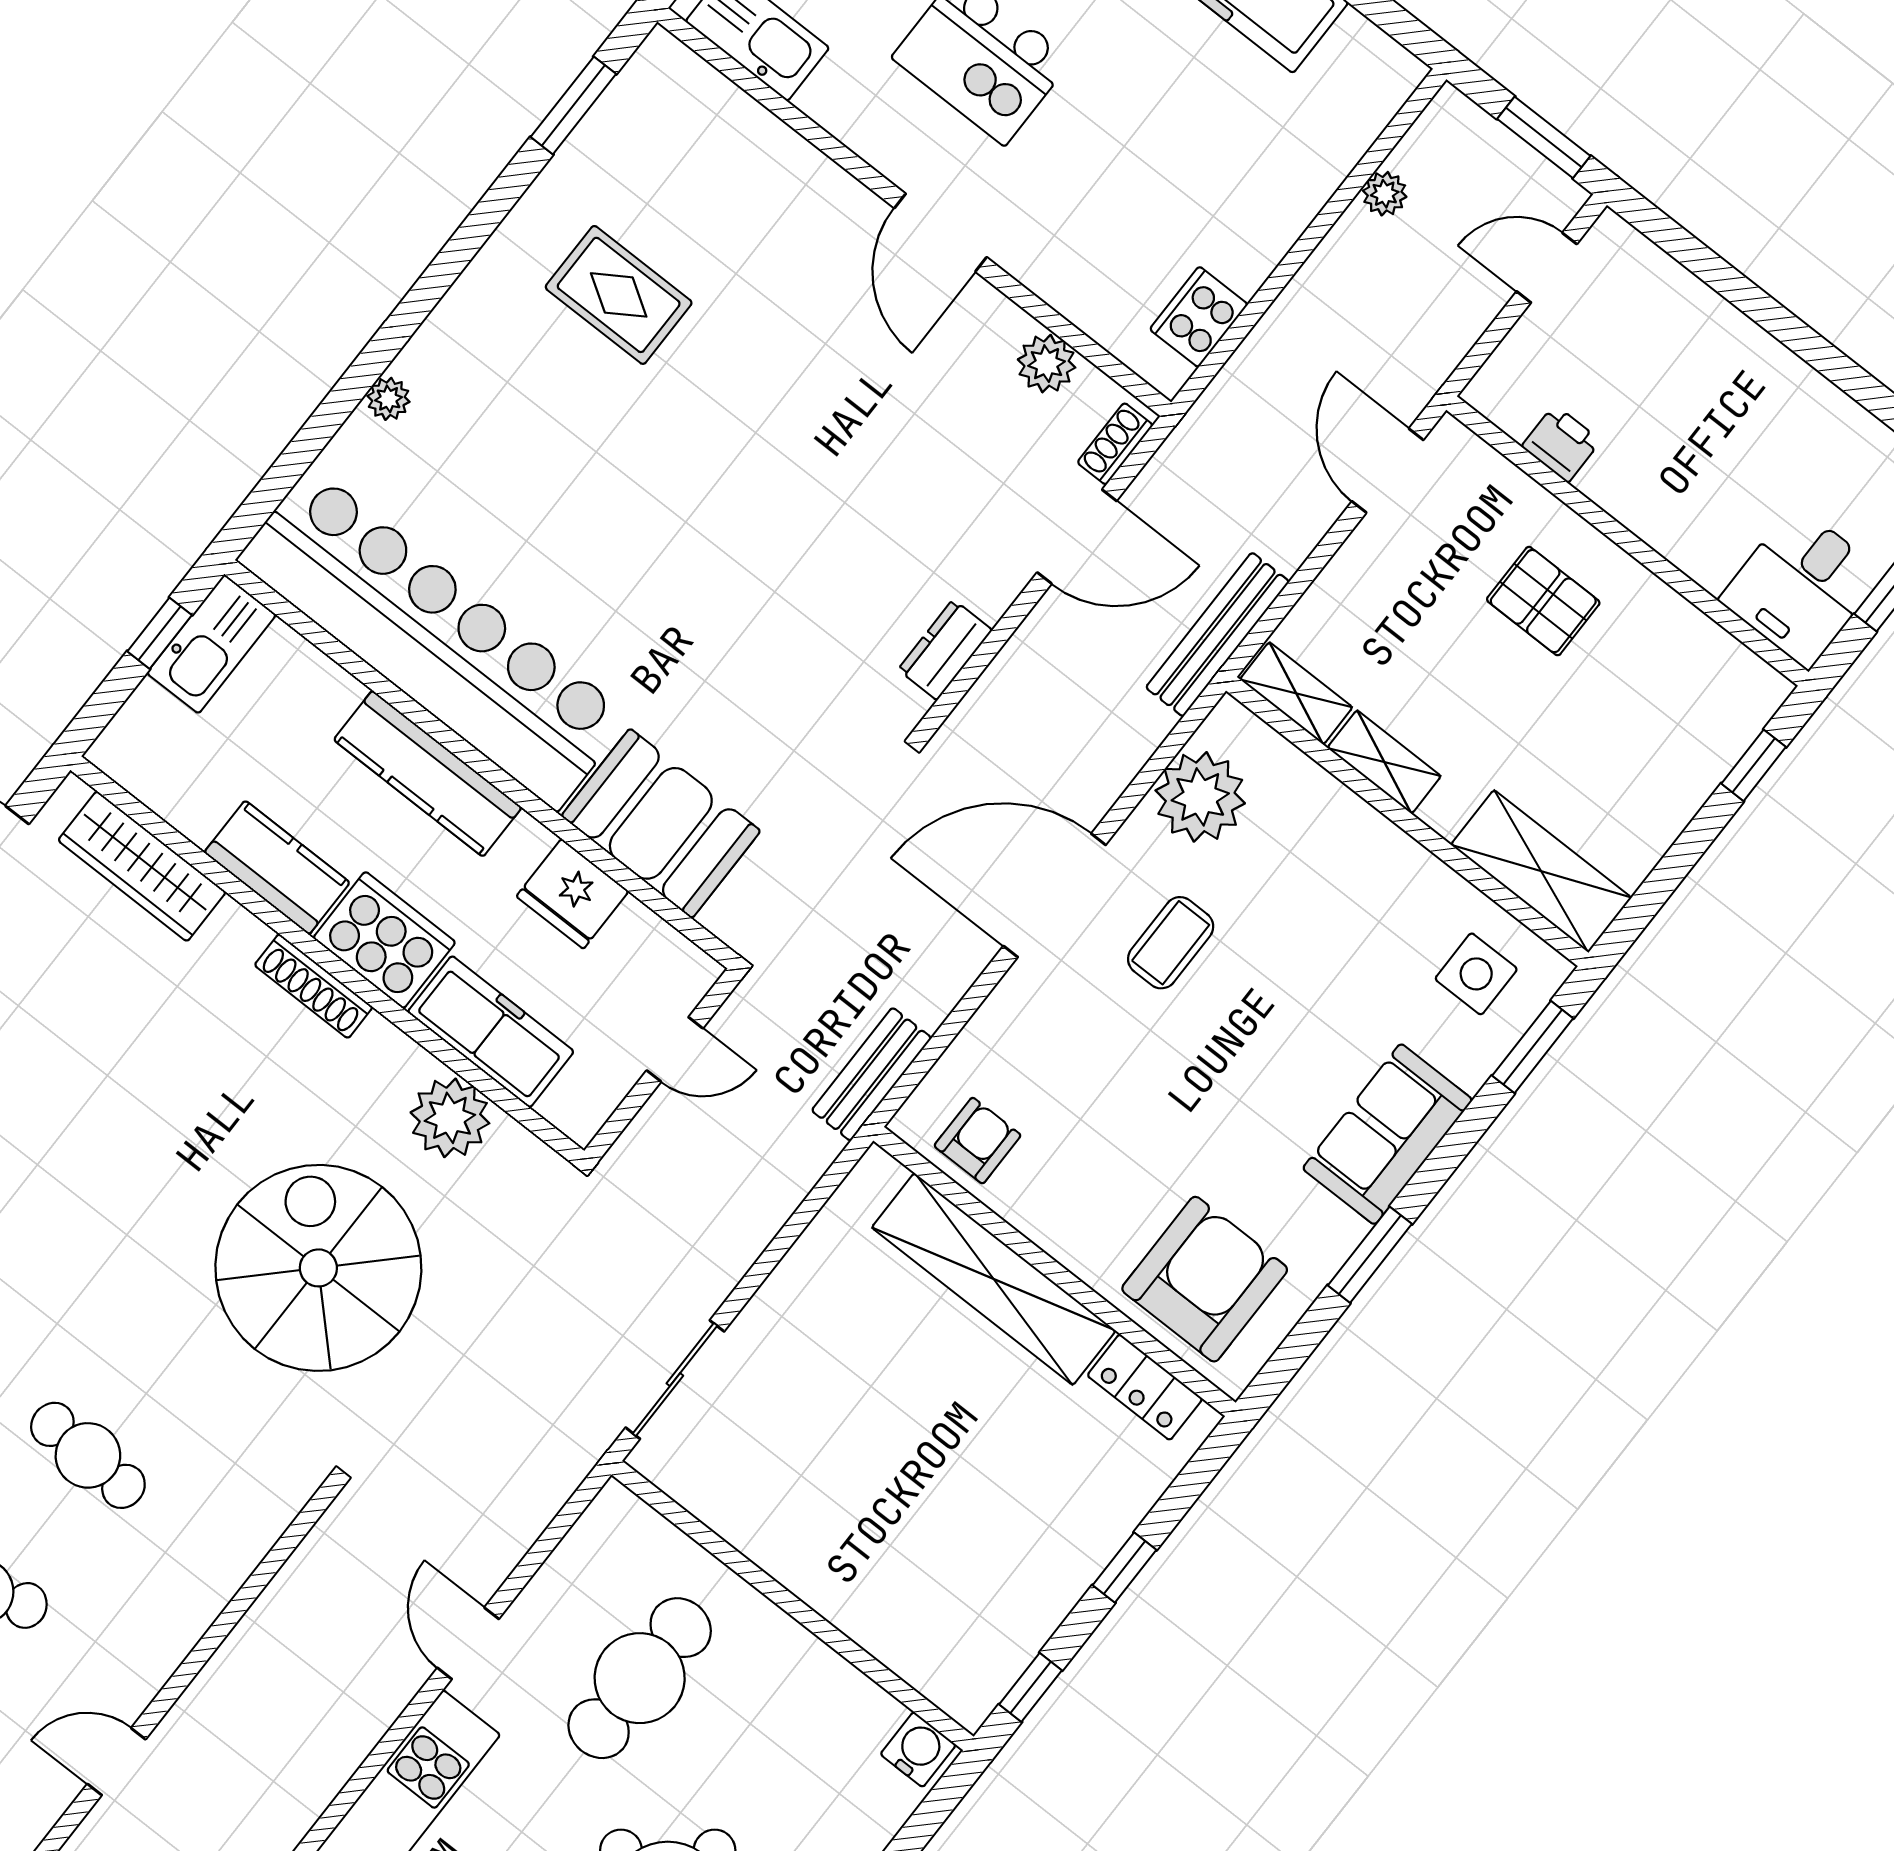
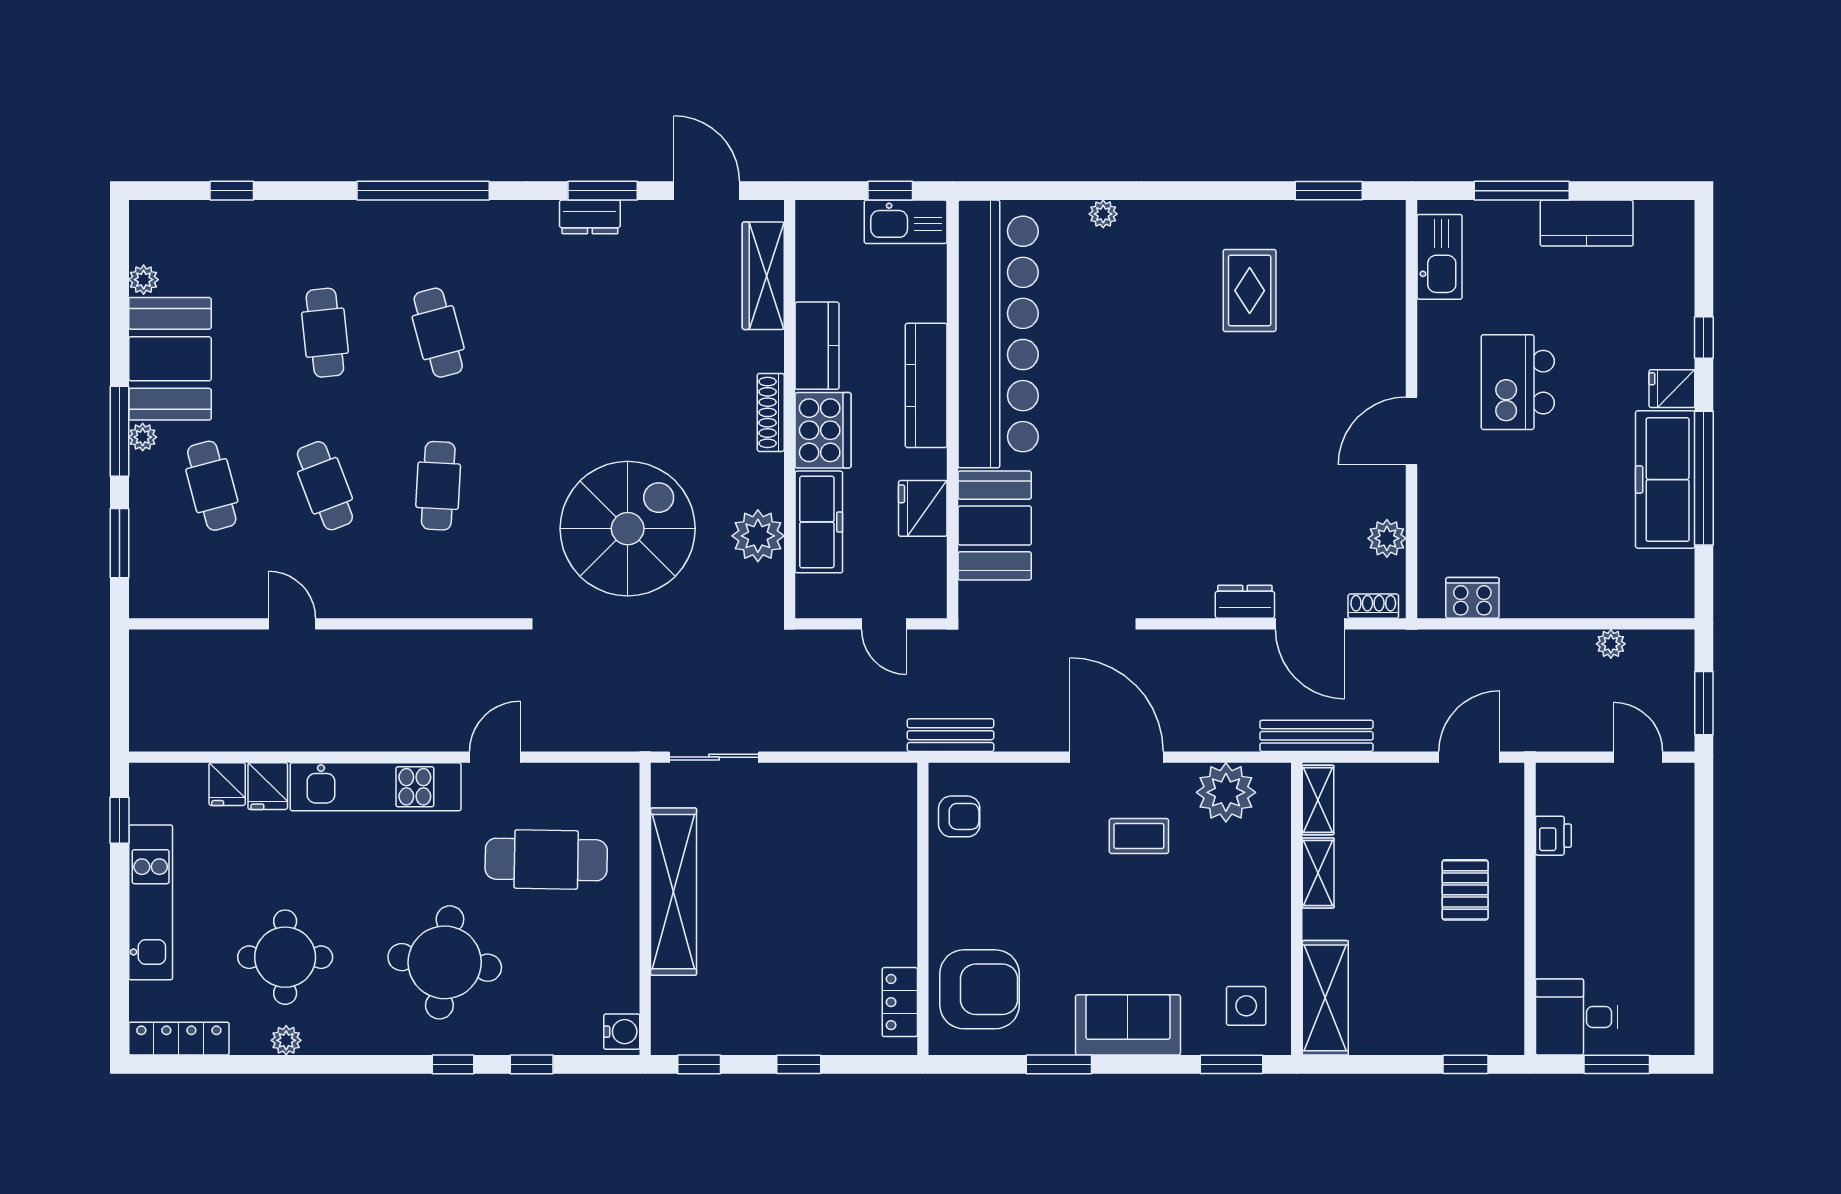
dresser: (945, 650) -> (1245, 602), moved
shelving: (994, 1279) -> (674, 892), moved

